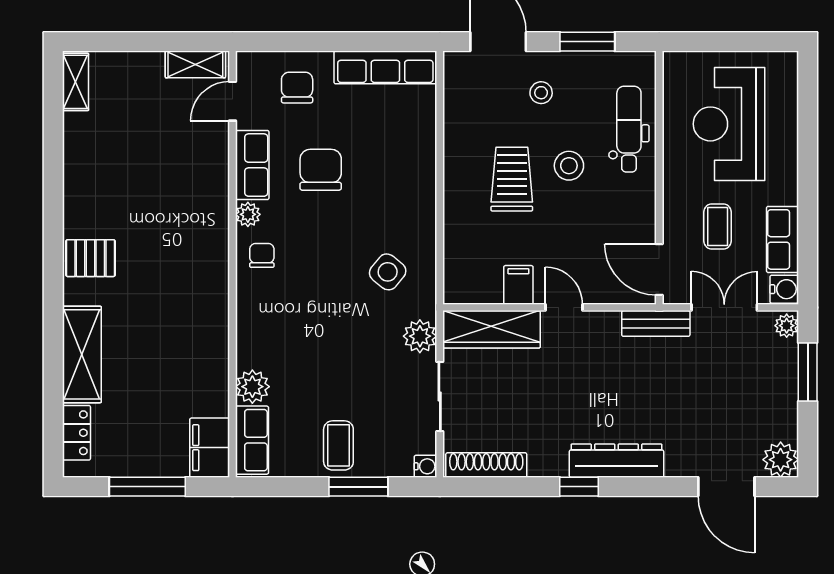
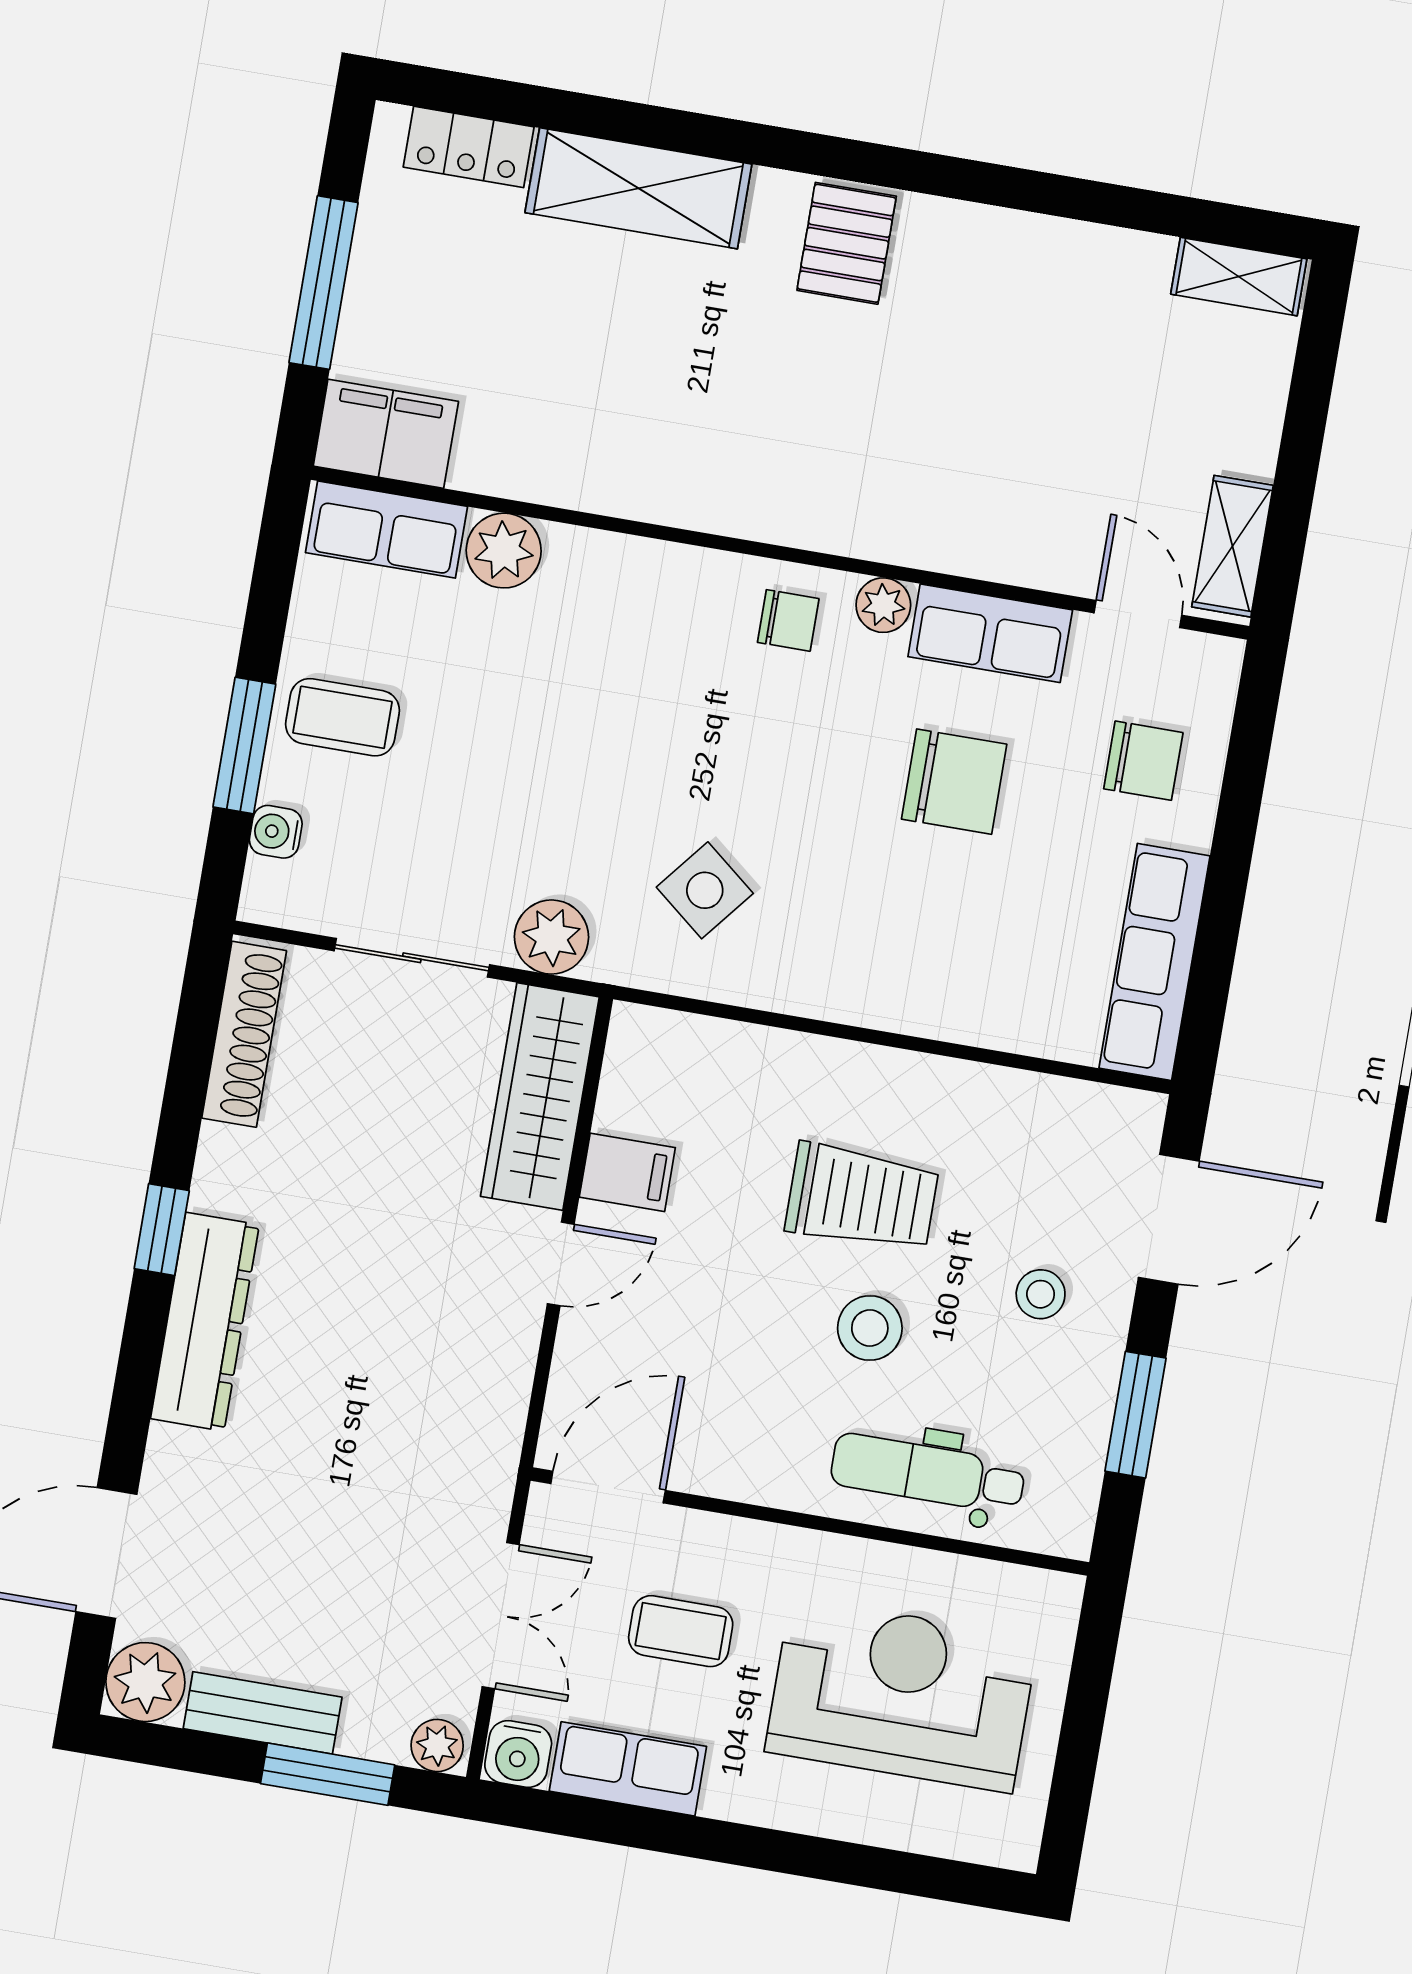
dental chair: (629, 129) -> (928, 1473), turned 180
bench: (656, 323) -> (263, 1713), moved, turned 90
water cooler: (425, 466) -> (276, 832), moved, turned 90

